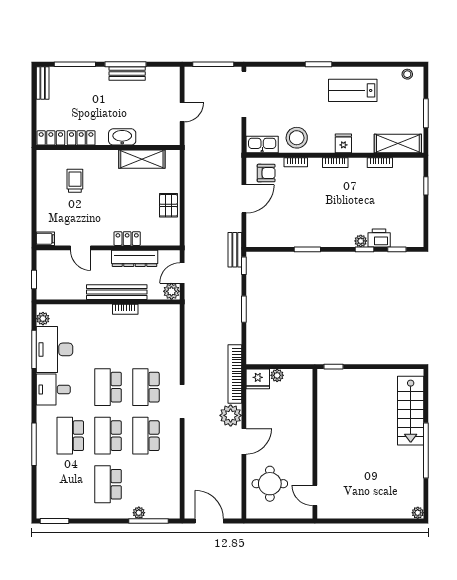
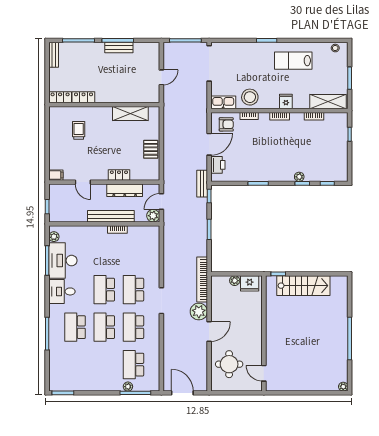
washbasin: (122, 137) -> (115, 96), removed
printer: (379, 238) -> (218, 165), moved, turned 90
fridge: (258, 379) -> (250, 283), moved
stairs: (411, 411) -> (303, 286), moved, turned -90
school desk: (108, 484) -> (133, 365), moved

